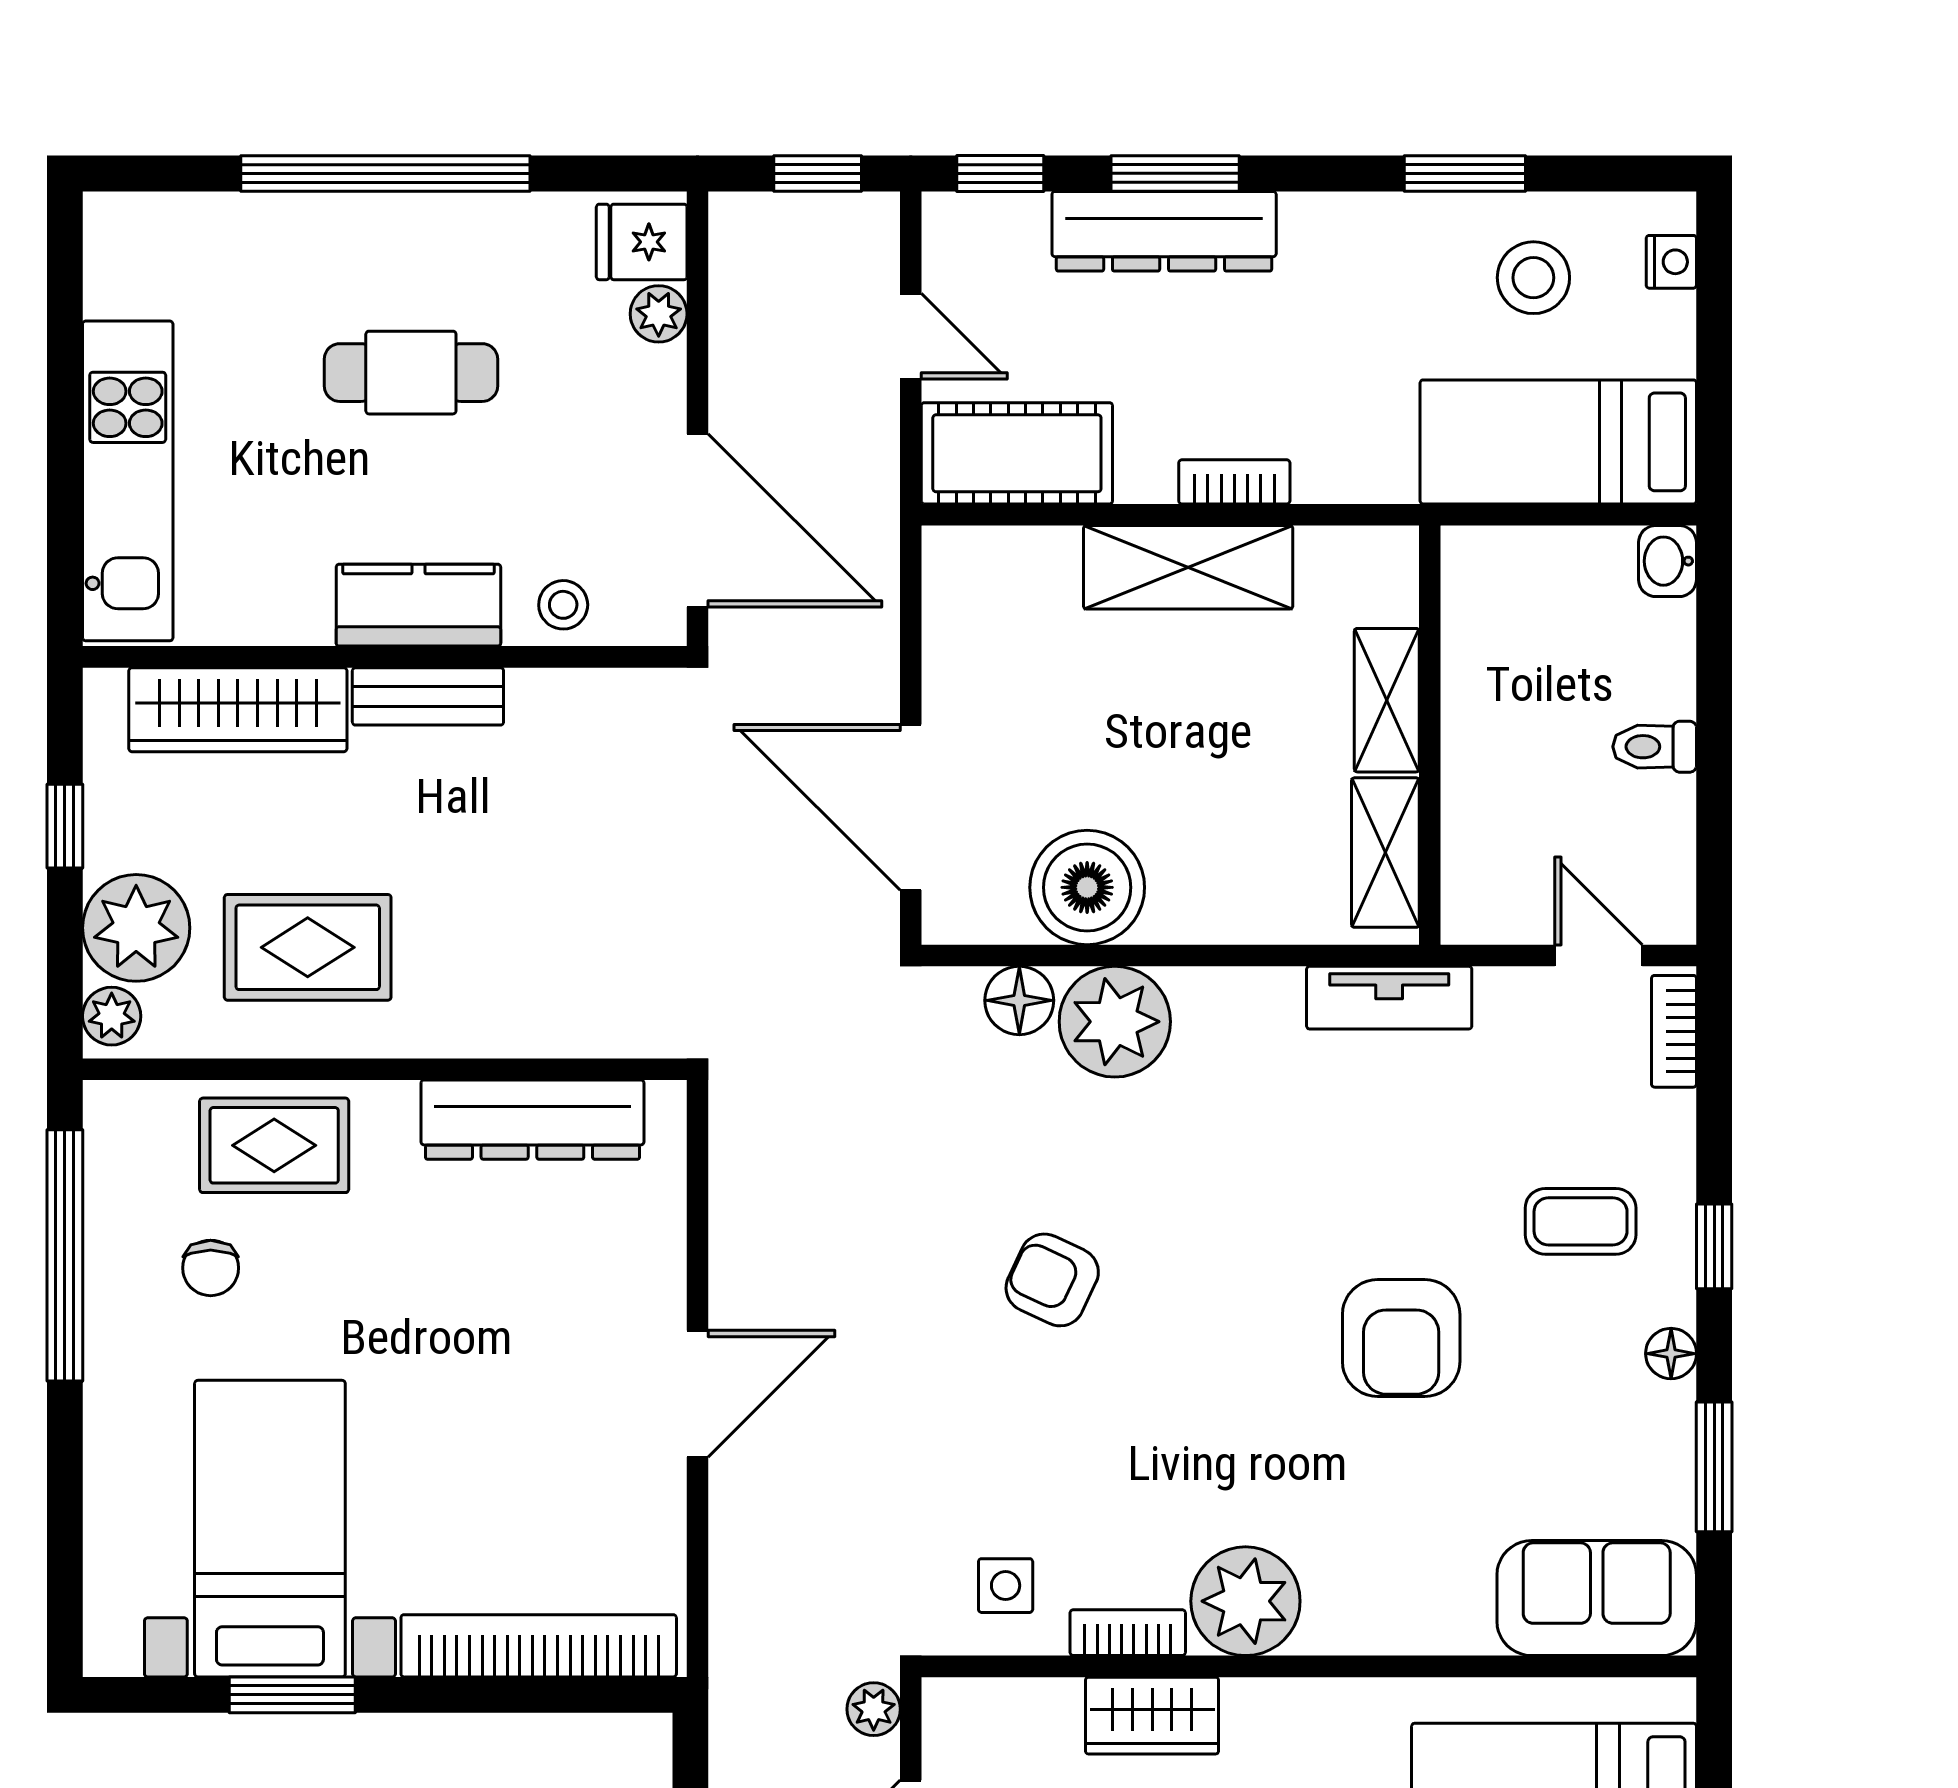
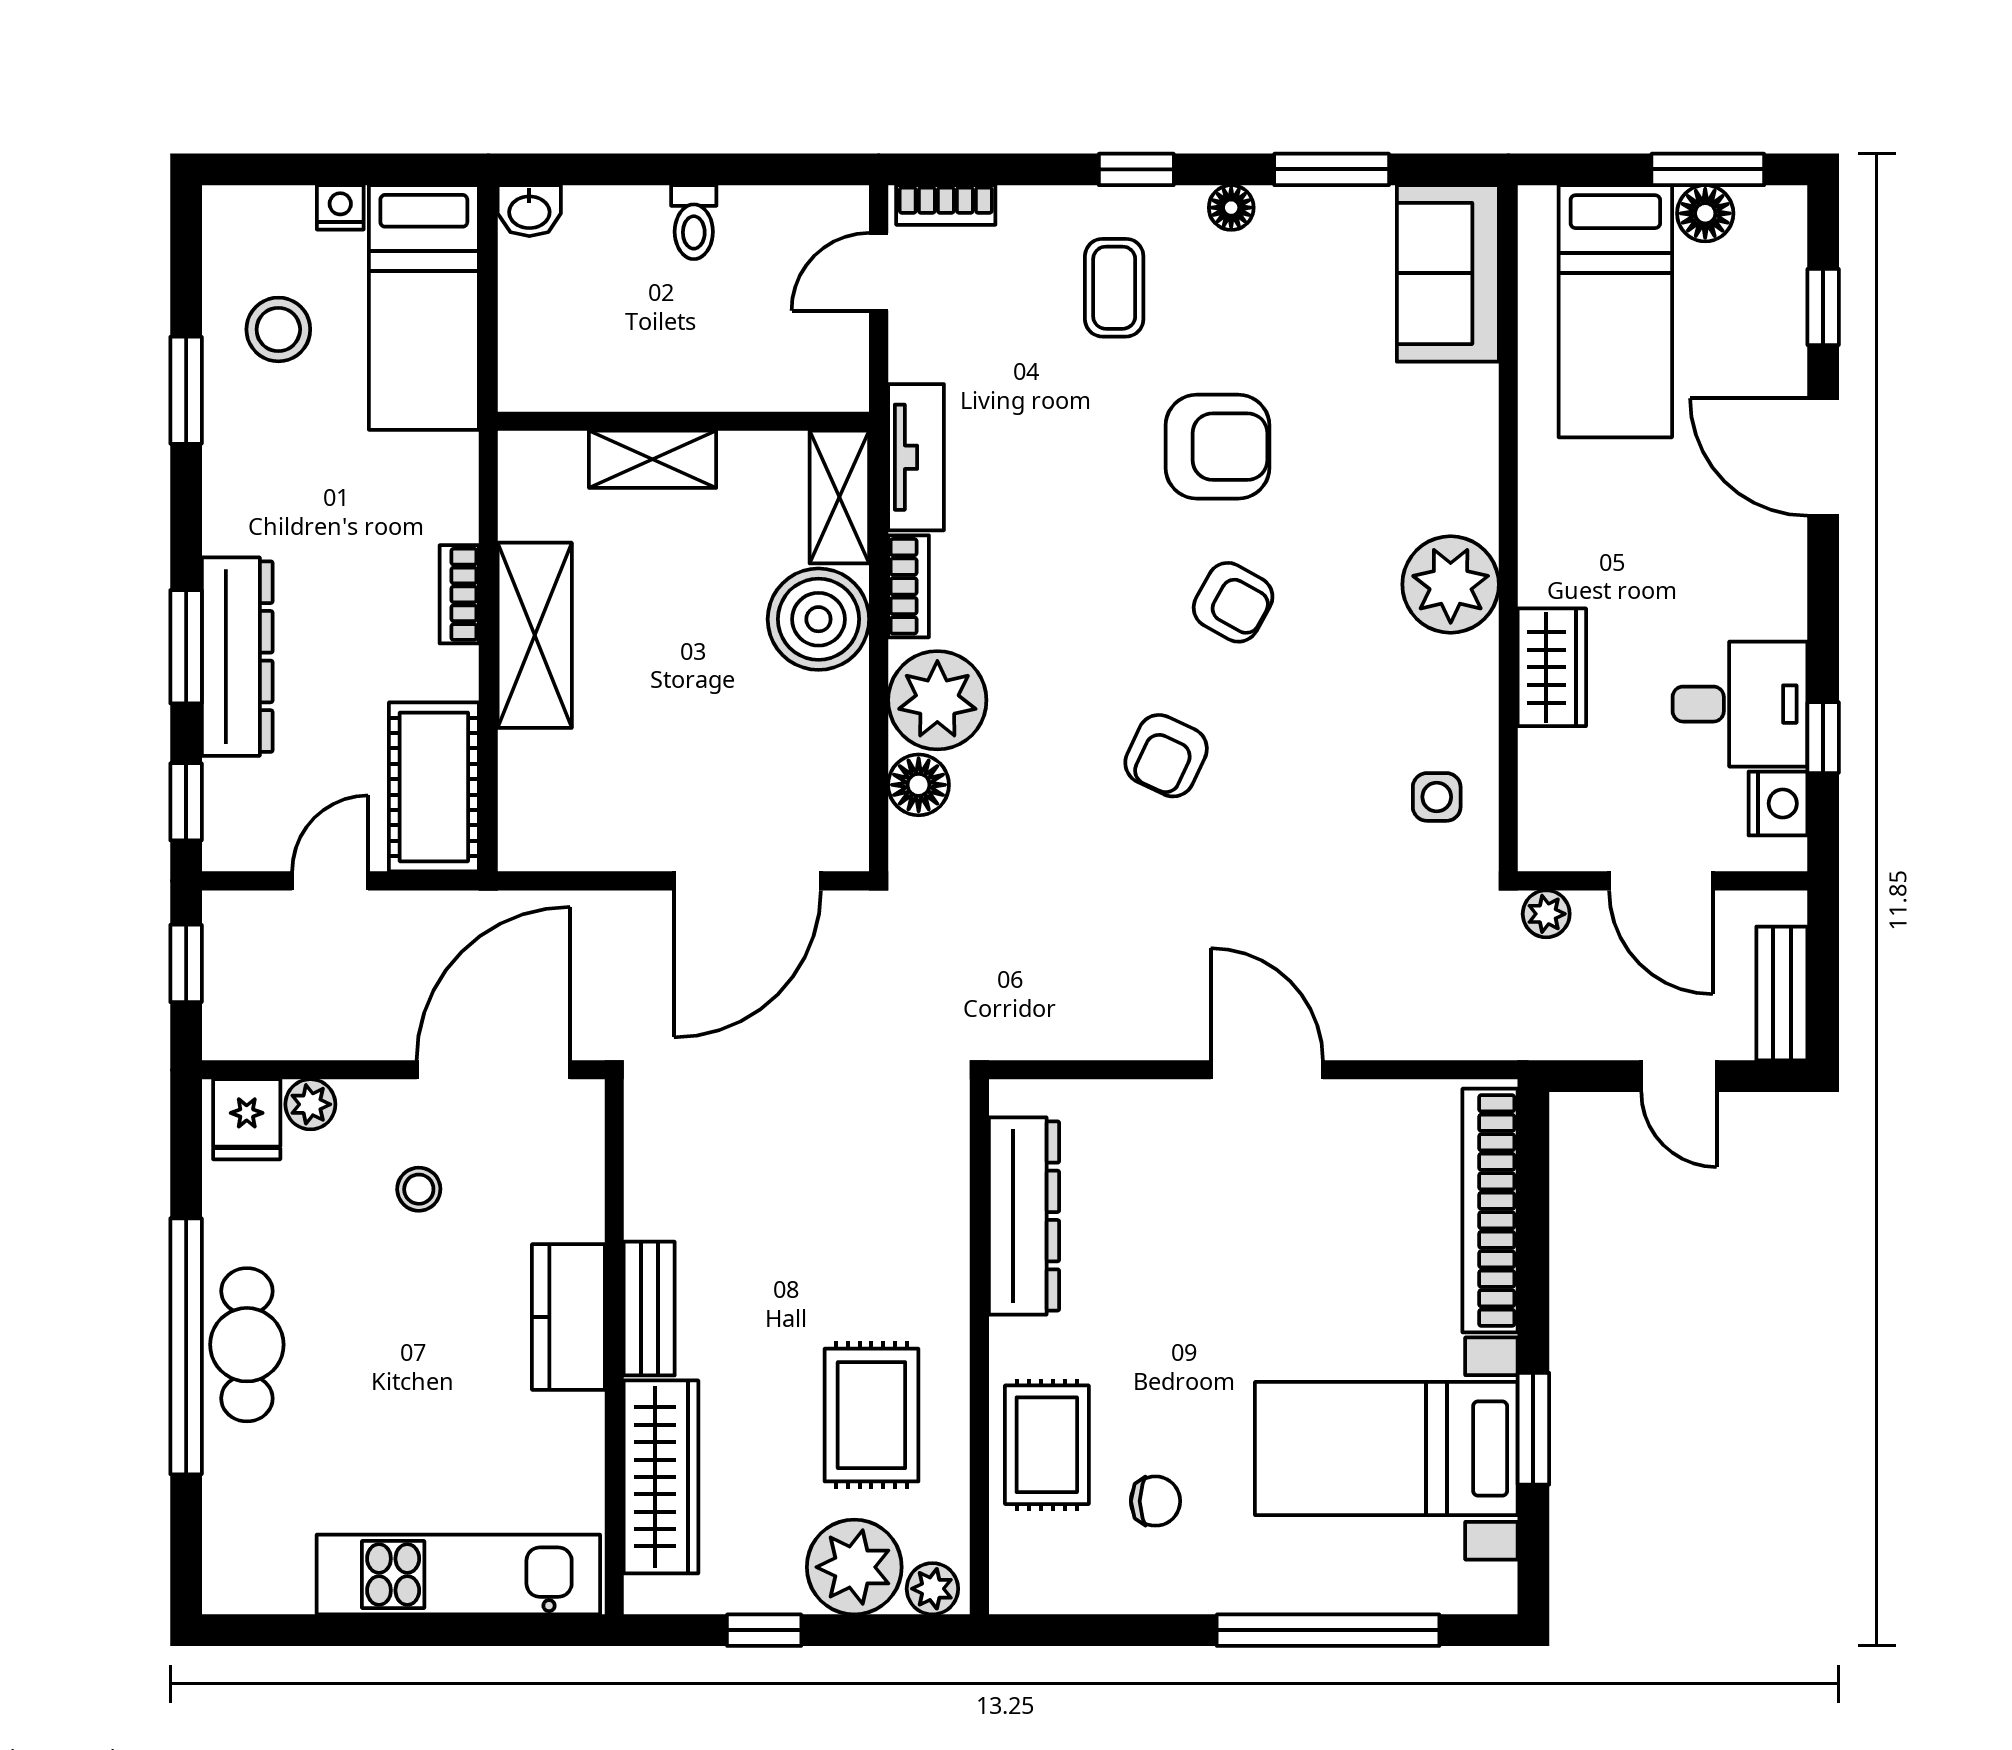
nightstand: (1671, 262) -> (340, 207), moved
cafe table: (411, 373) -> (247, 1345), moved
stool: (563, 605) -> (419, 1189), moved
shelving: (1385, 853) -> (839, 497), moved, turned 90
boiler: (1087, 887) -> (818, 619), moved
window: (65, 1255) -> (1328, 1630), moved
armchair: (1225, 1356) -> (1233, 602), added
bookcase: (1128, 1633) -> (909, 586), moved, turned 180

